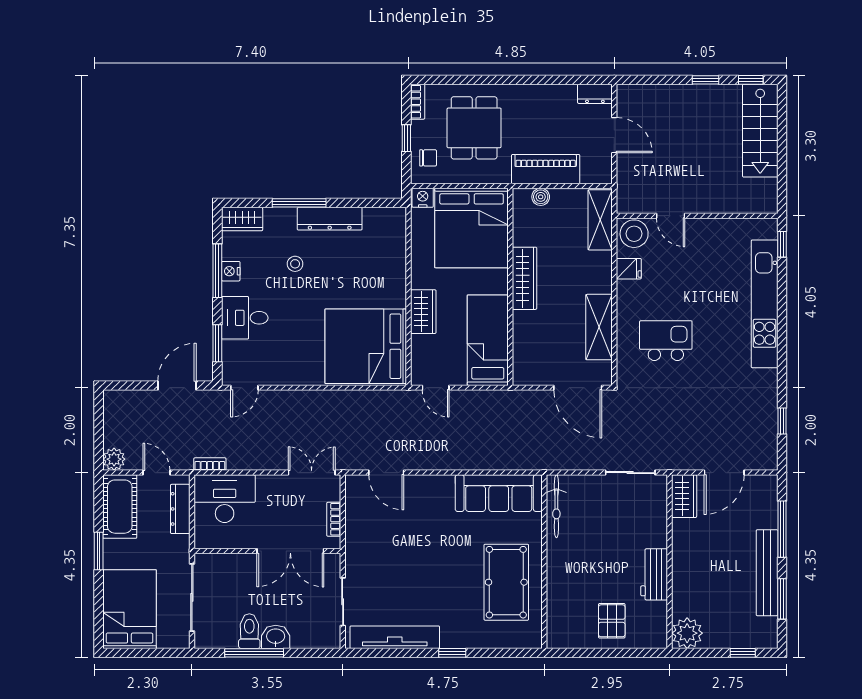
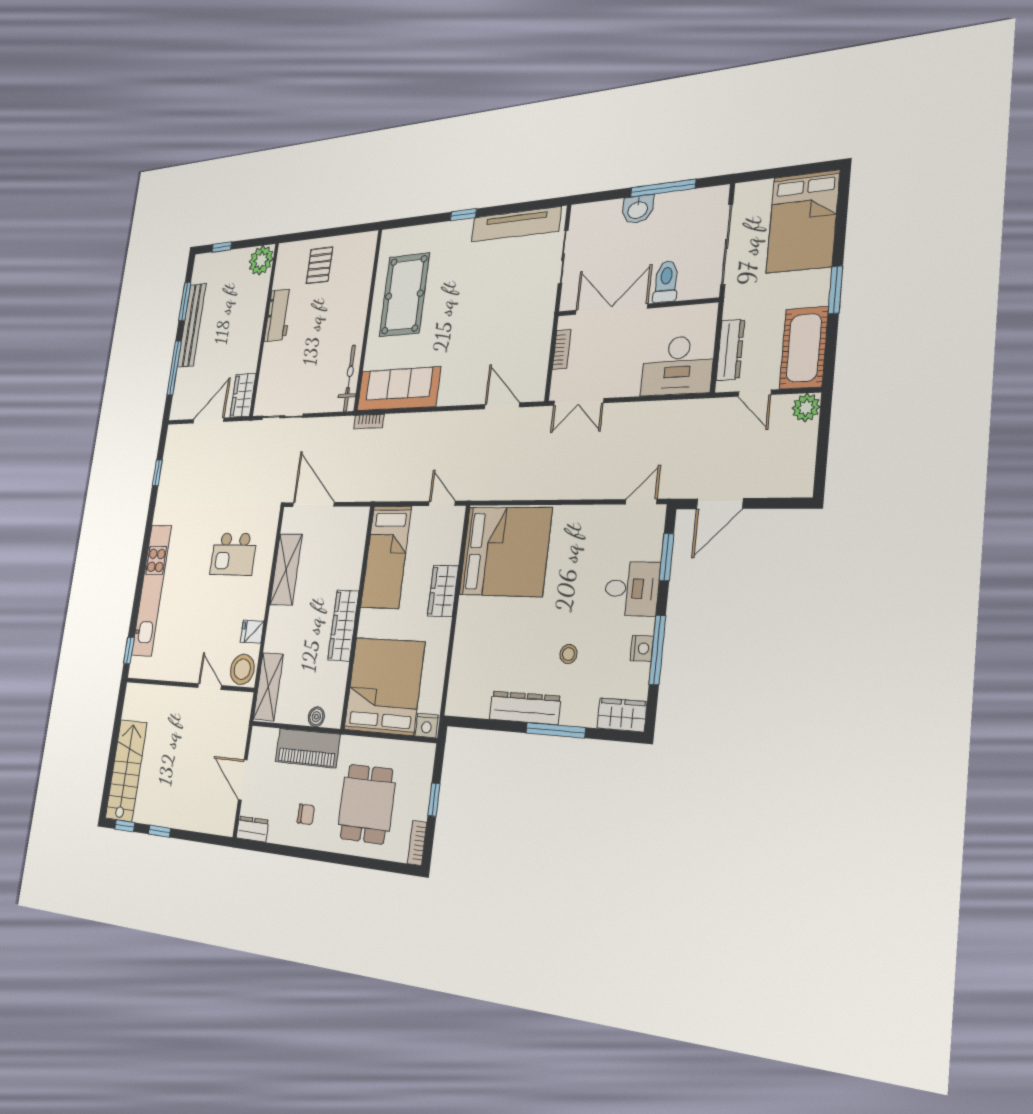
chair: (428, 158) -> (306, 814), moved, turned 180
bookcase: (210, 464) -> (369, 421), moved
toilet: (249, 631) -> (666, 282), moved, turned 180

